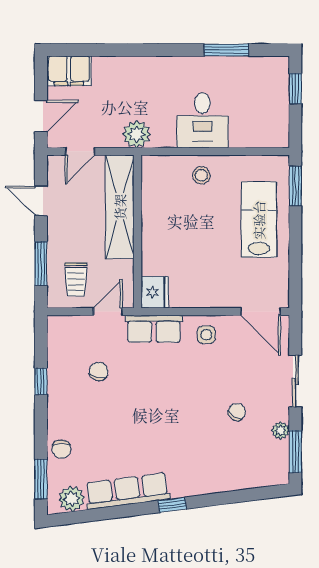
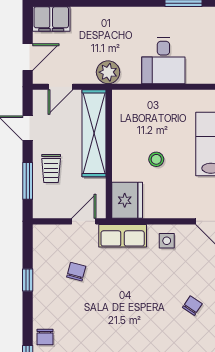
stool: (201, 175) -> (156, 159), moved
trolley: (76, 279) -> (51, 169), moved
fridge: (155, 292) -> (127, 200), width x1.36, depth x1.34

